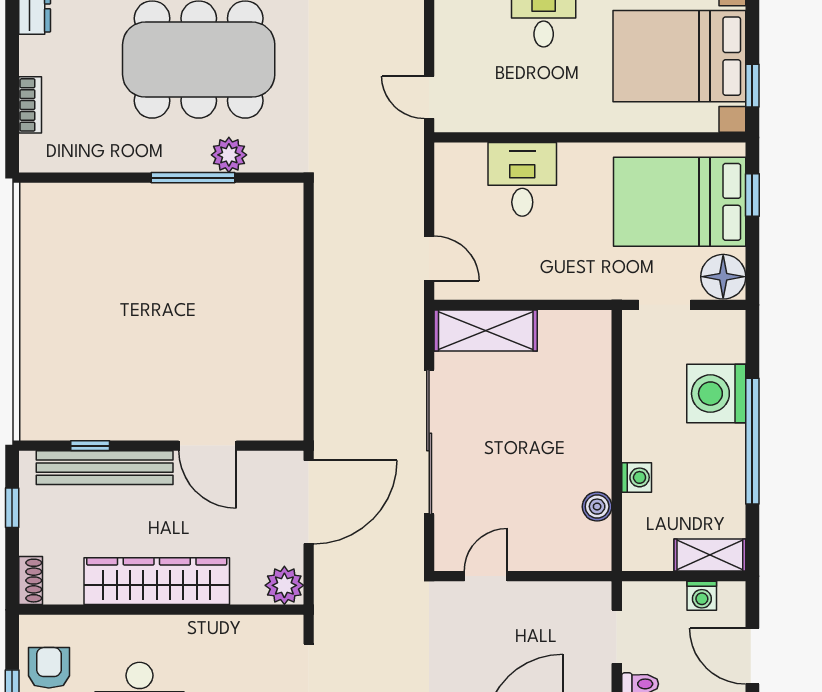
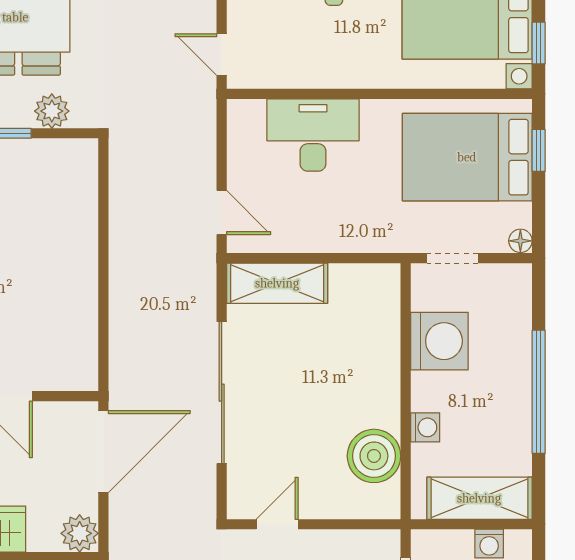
plant: (229, 155) -> (52, 111), moved
desk: (522, 179) -> (313, 135), width x1.37
floor lamp: (723, 277) -> (520, 241), width x0.53, depth x0.53
washing machine: (716, 394) -> (439, 341), moved, turned 180
boiler: (597, 507) -> (374, 456), width x1.86, depth x1.86
shelving: (710, 555) -> (479, 498), width x1.50, depth x1.33

